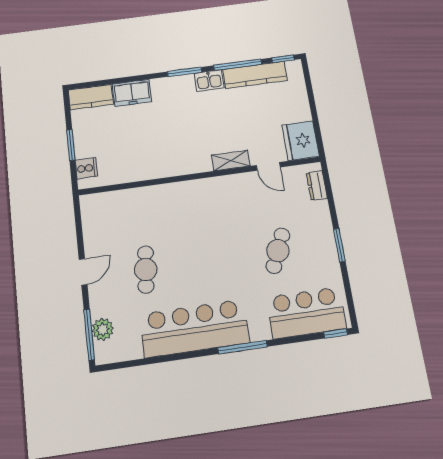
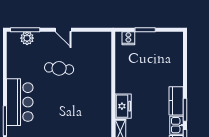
freezer: (132, 93) -> (123, 106), moved, turned 180
kitchen counter: (91, 97) -> (176, 101), moved
bar counter: (194, 328) -> (20, 102), width x0.73

